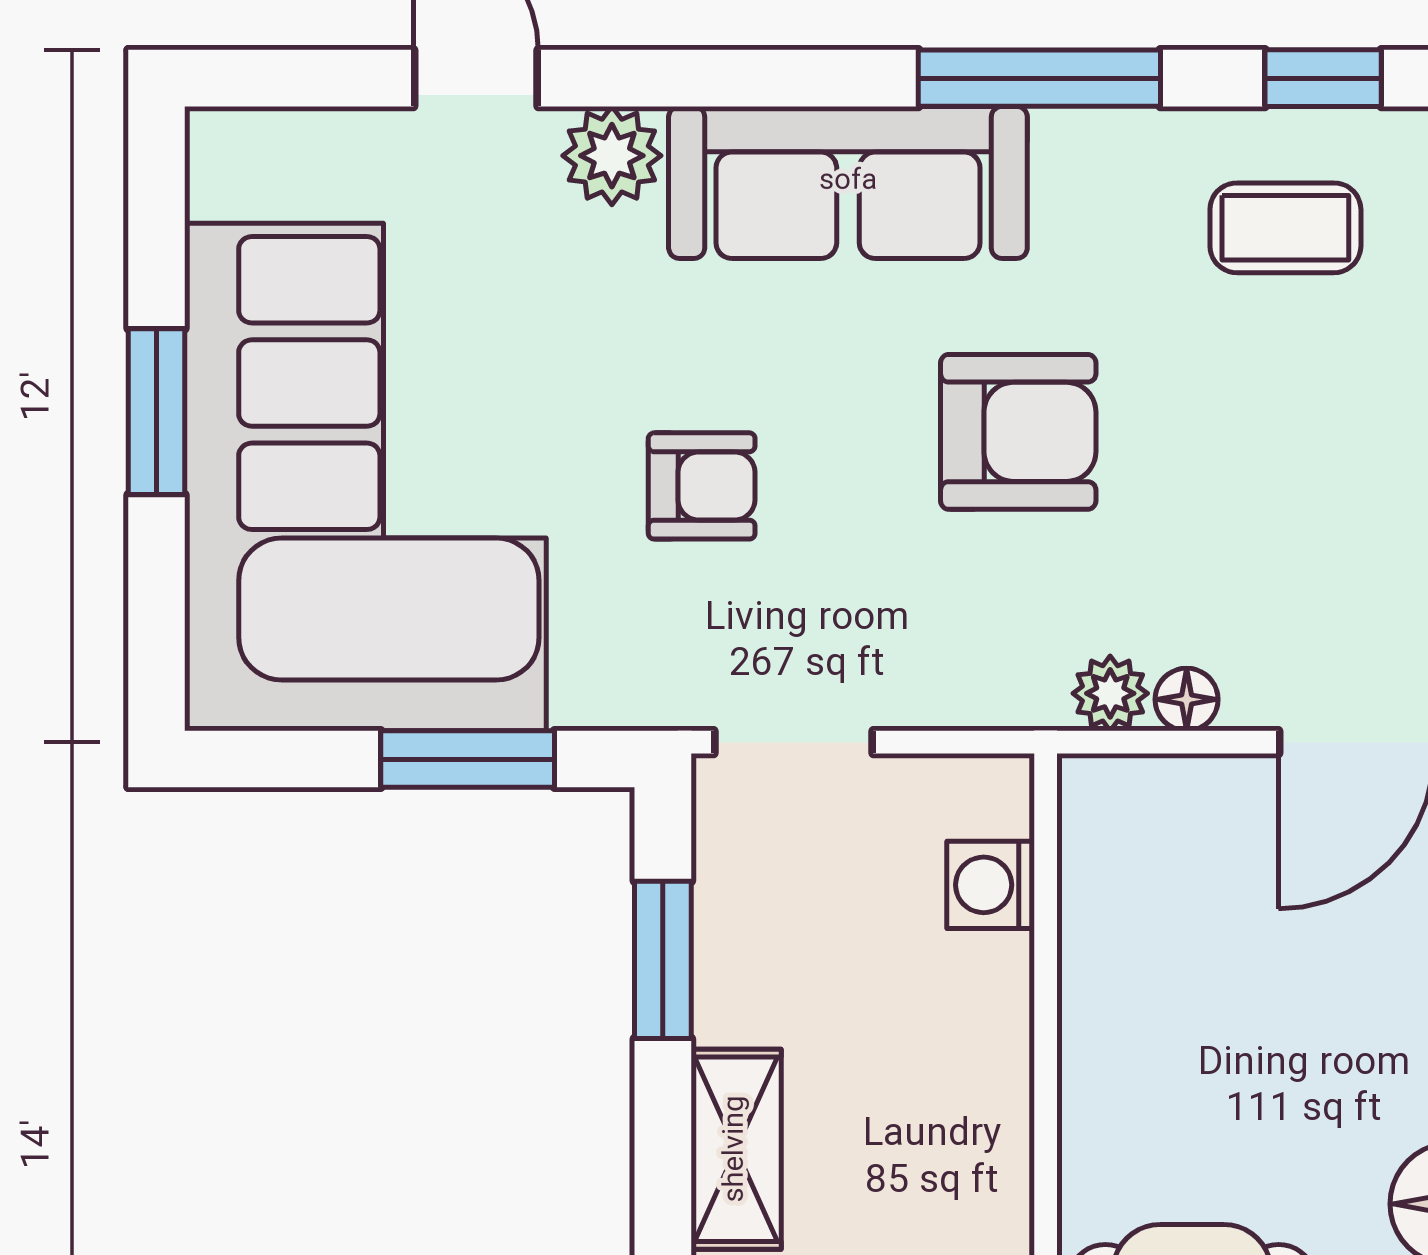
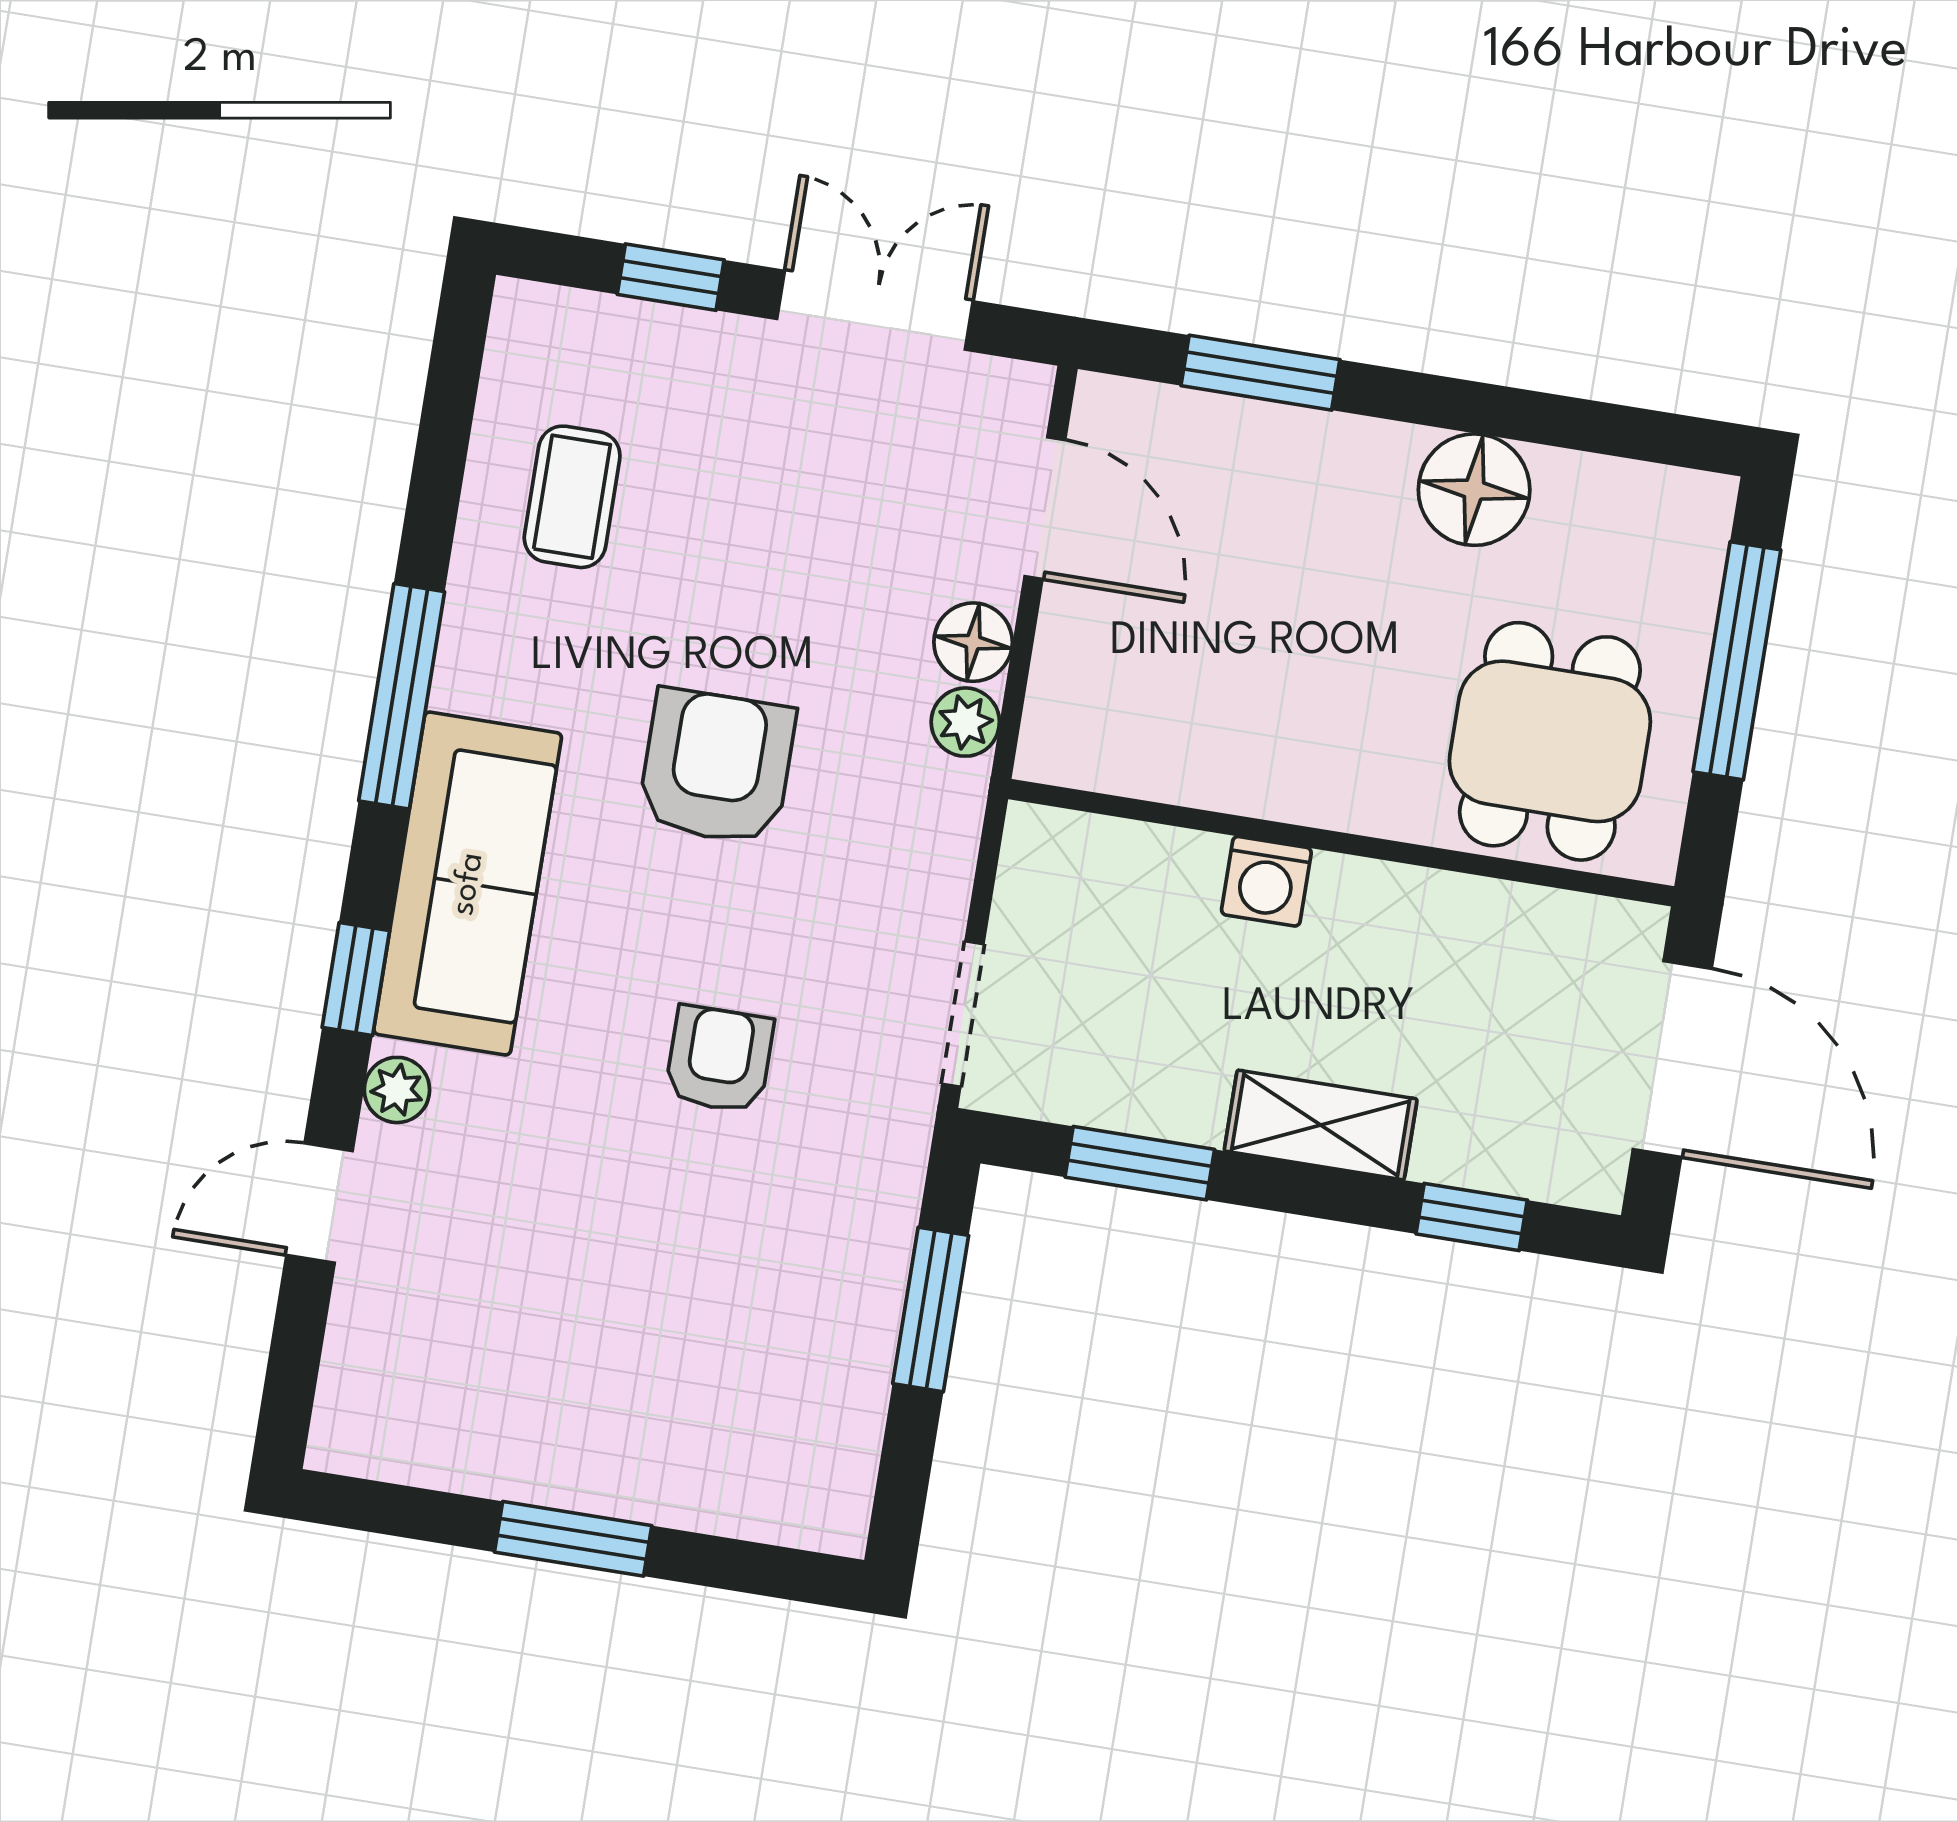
window: (1323, 78) -> (356, 979), moved
plant: (612, 156) -> (397, 1090), width x0.73, depth x0.73
corner sofa: (365, 477) -> (662, 1360), removed
floor lamp: (1187, 699) -> (973, 642), width x1.37, depth x1.37
washing machine: (991, 885) -> (1266, 881), moved

